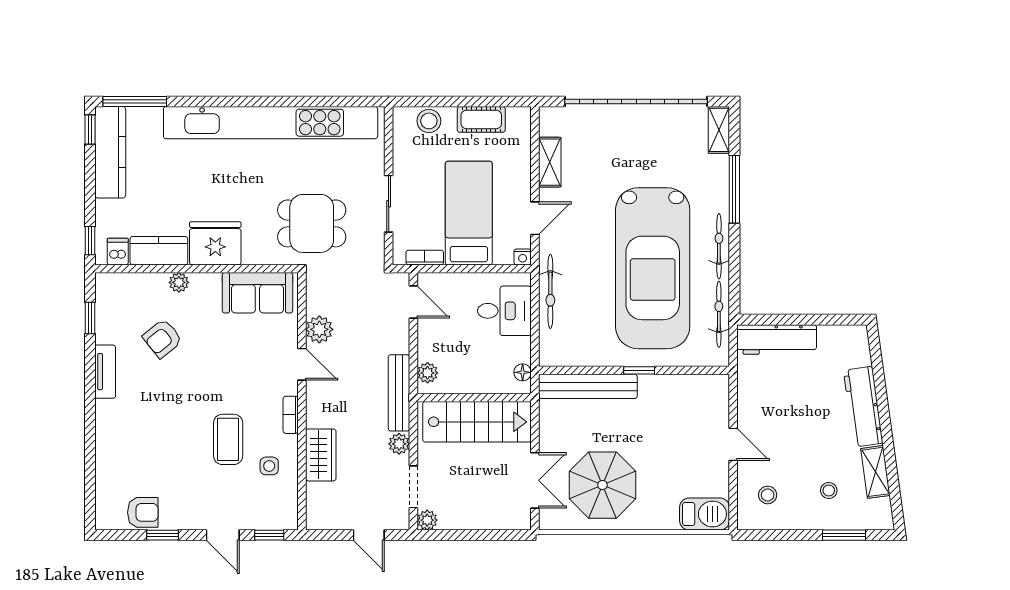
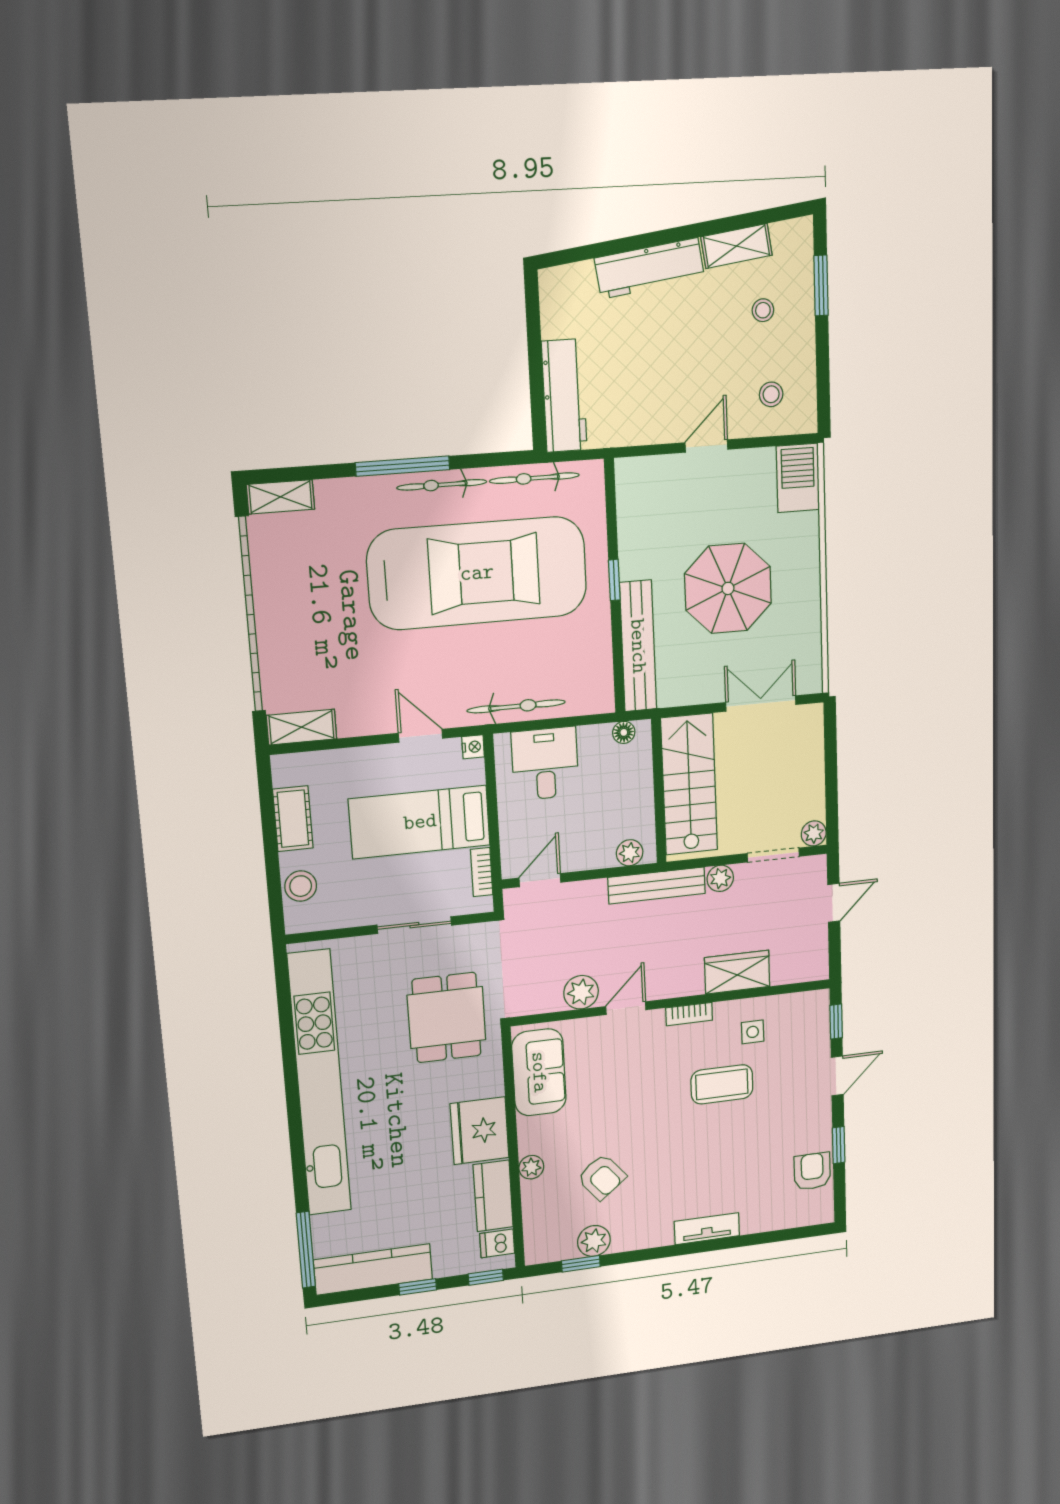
window: (90, 129) -> (418, 1287), moved
shelving: (550, 162) -> (302, 727), moved
window: (734, 189) -> (403, 466), moved
plant: (108, 329) -> (594, 1241), added
tv unit: (105, 372) -> (707, 1229), moved
parasol: (603, 485) -> (728, 588), moved

